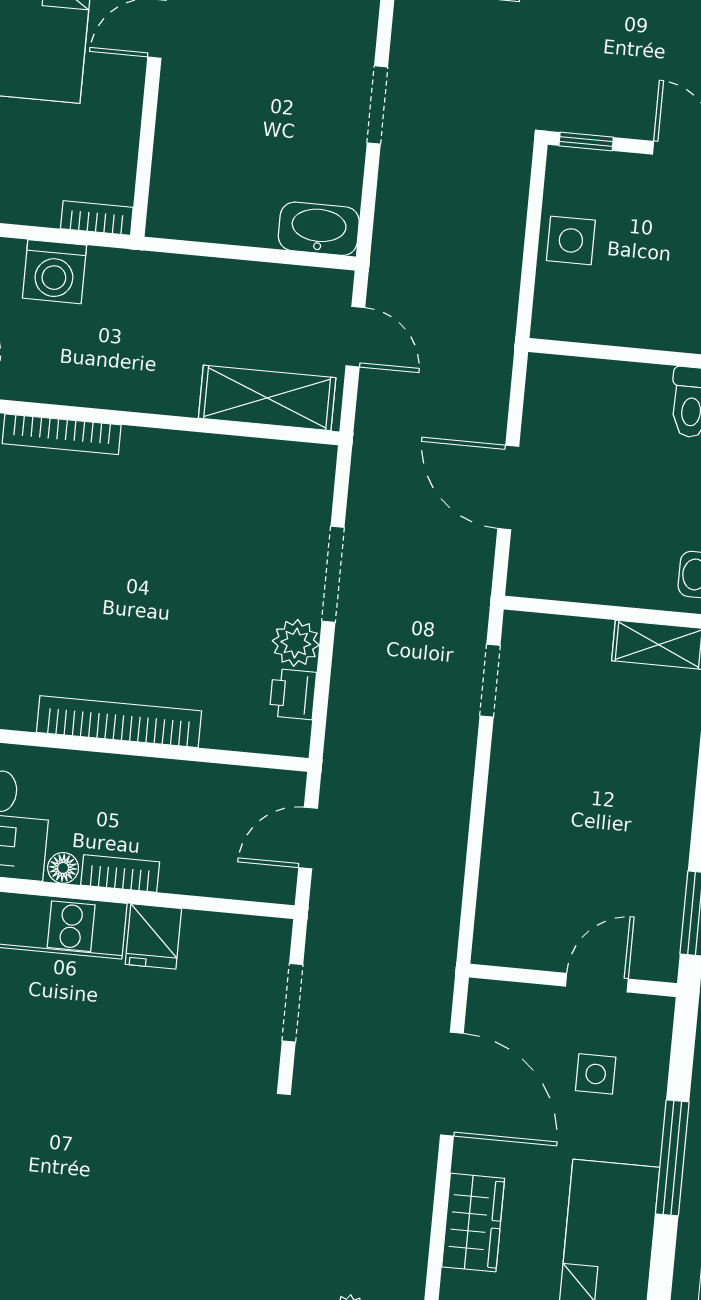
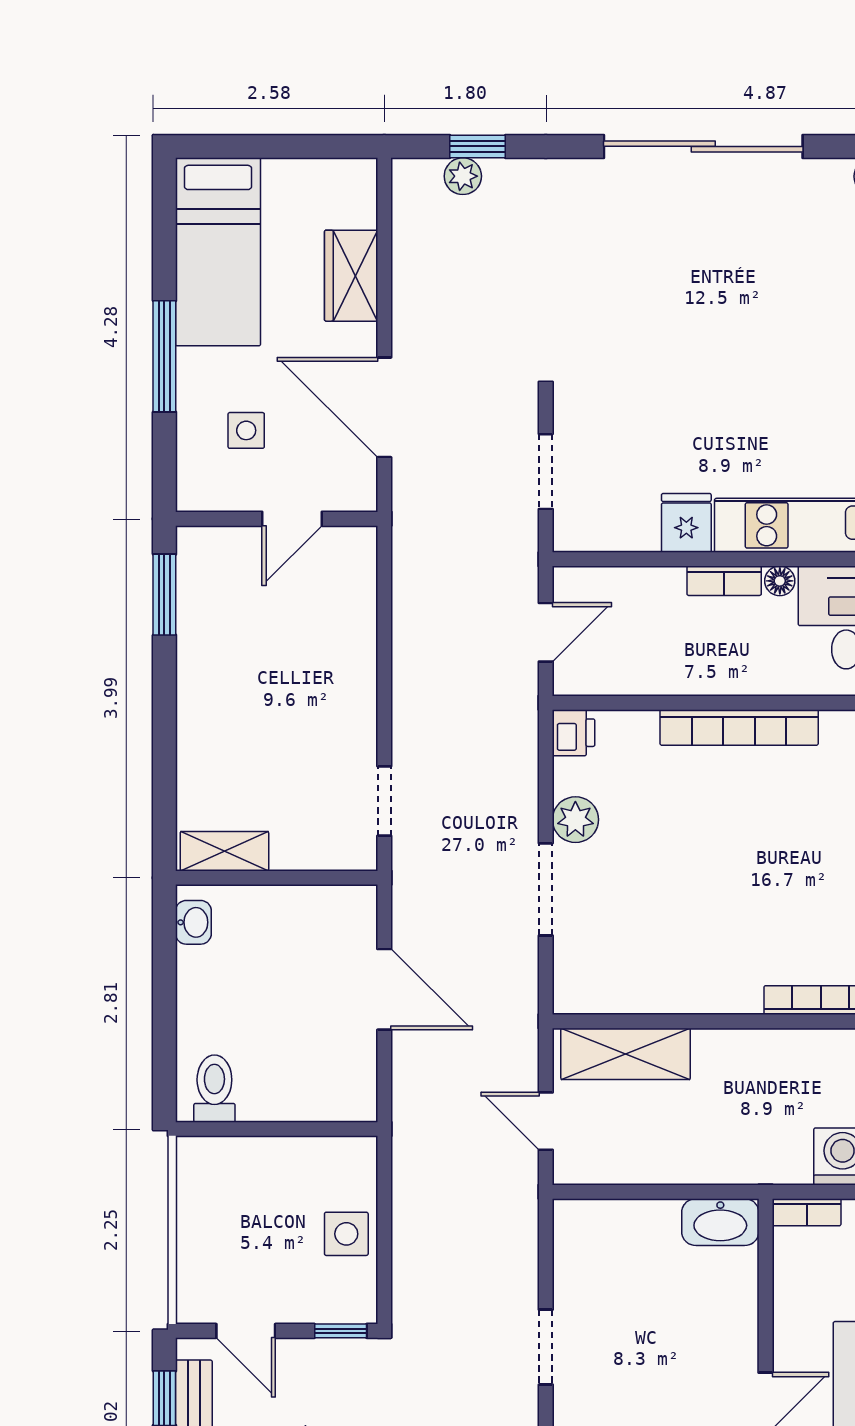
washbasin: (319, 229) -> (720, 1222), moved
printer: (293, 694) -> (574, 733), moved
door: (597, 983) -> (292, 519), moved

